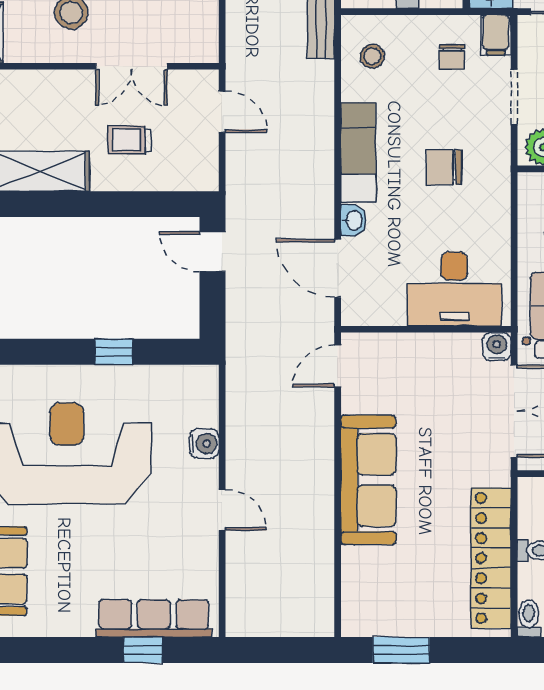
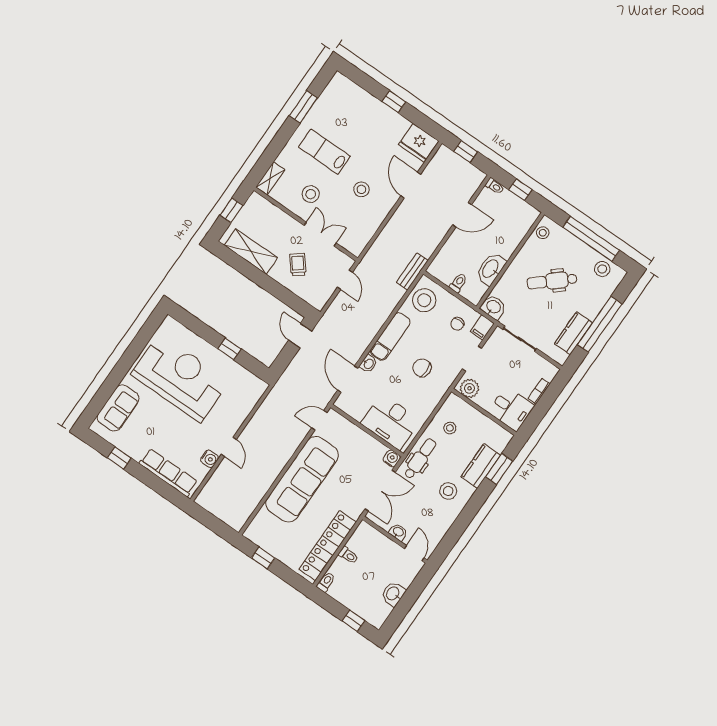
stool: (372, 56) -> (424, 300), width x1.89, depth x1.89
double door: (131, 66) -> (320, 234), swing flipped
trolley: (130, 140) -> (298, 265), turned 51
water cooler: (204, 444) -> (209, 459), moved
sofa: (368, 480) -> (302, 479), width x1.36, depth x1.27
window: (143, 650) -> (119, 458), moved
window: (401, 650) -> (263, 558), width x0.67

